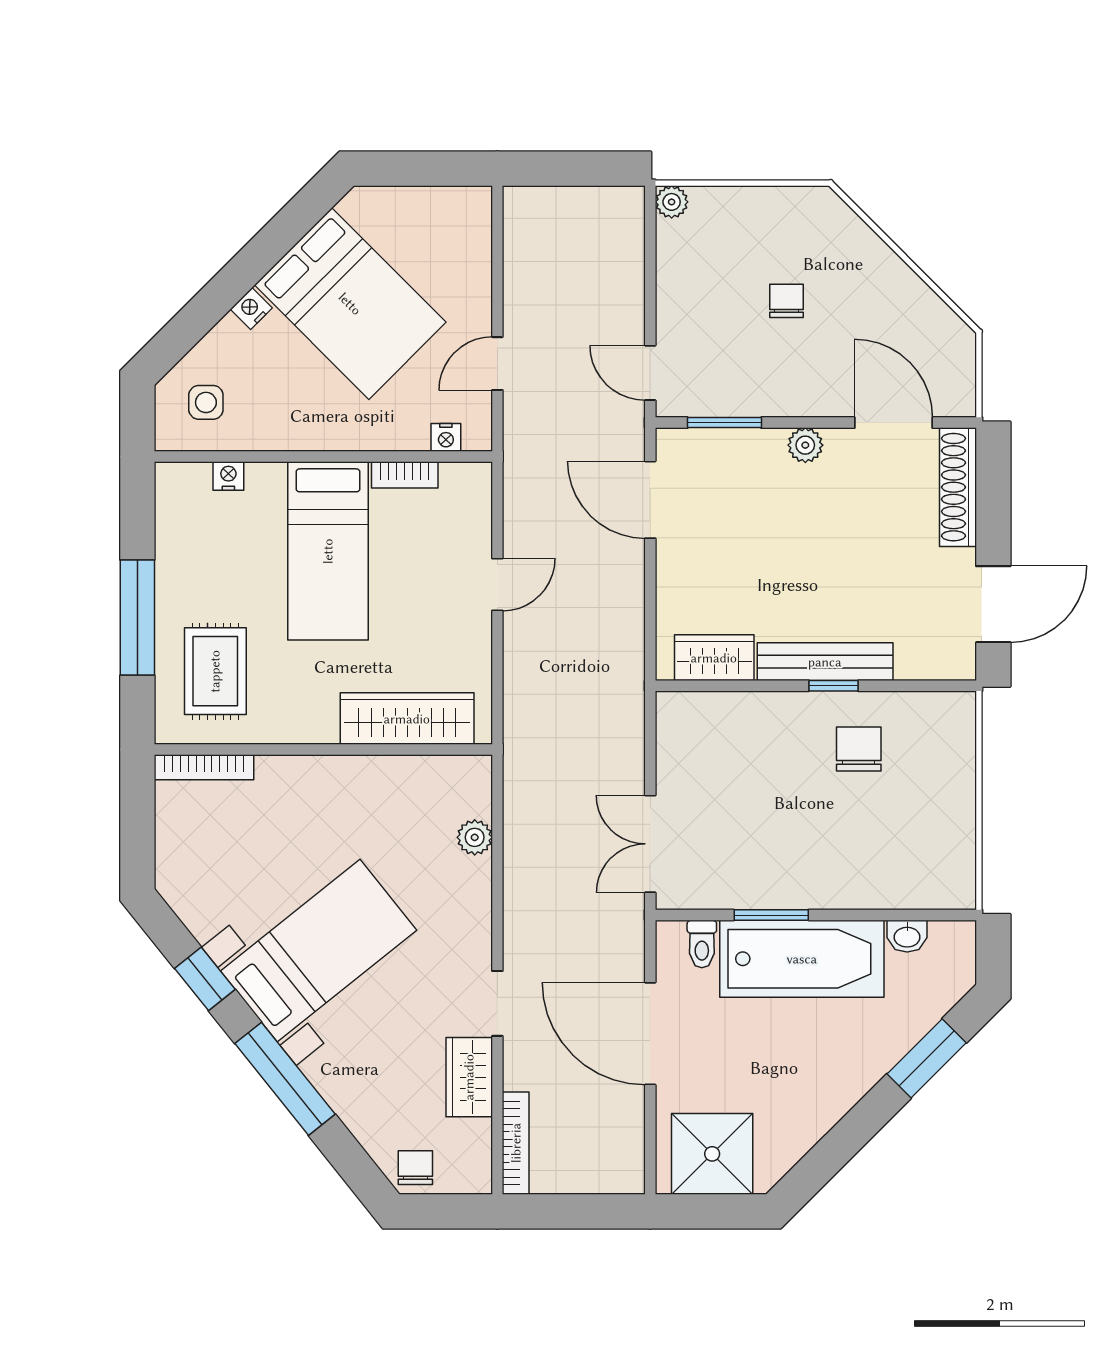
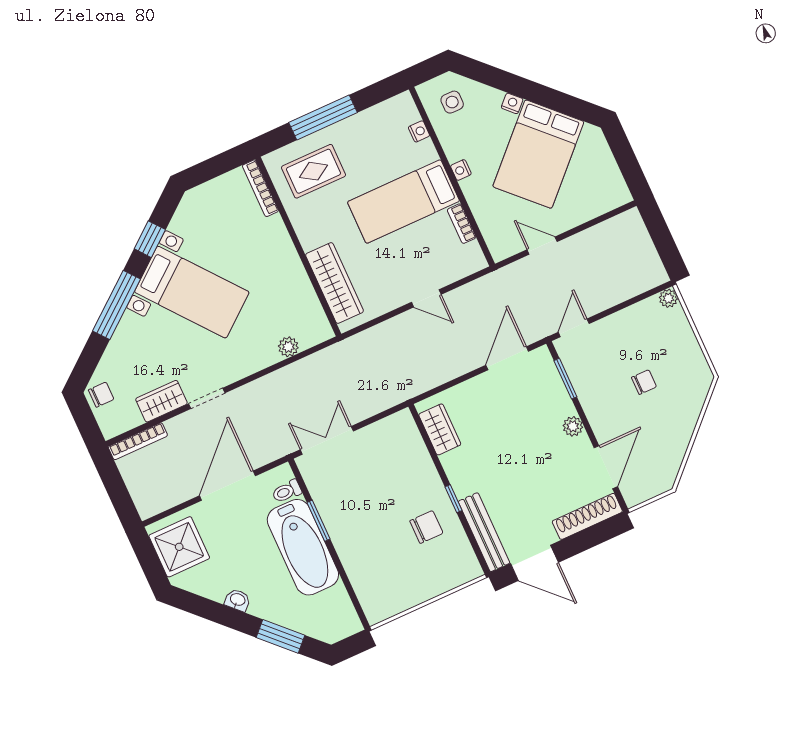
nightstand: (446, 437) -> (461, 170), moved
bench: (825, 662) -> (484, 532), moved
washbasin: (907, 936) -> (237, 600), moved, turned 135

